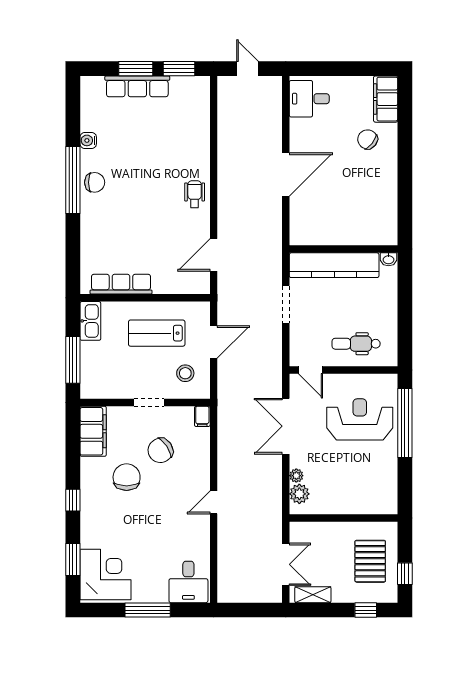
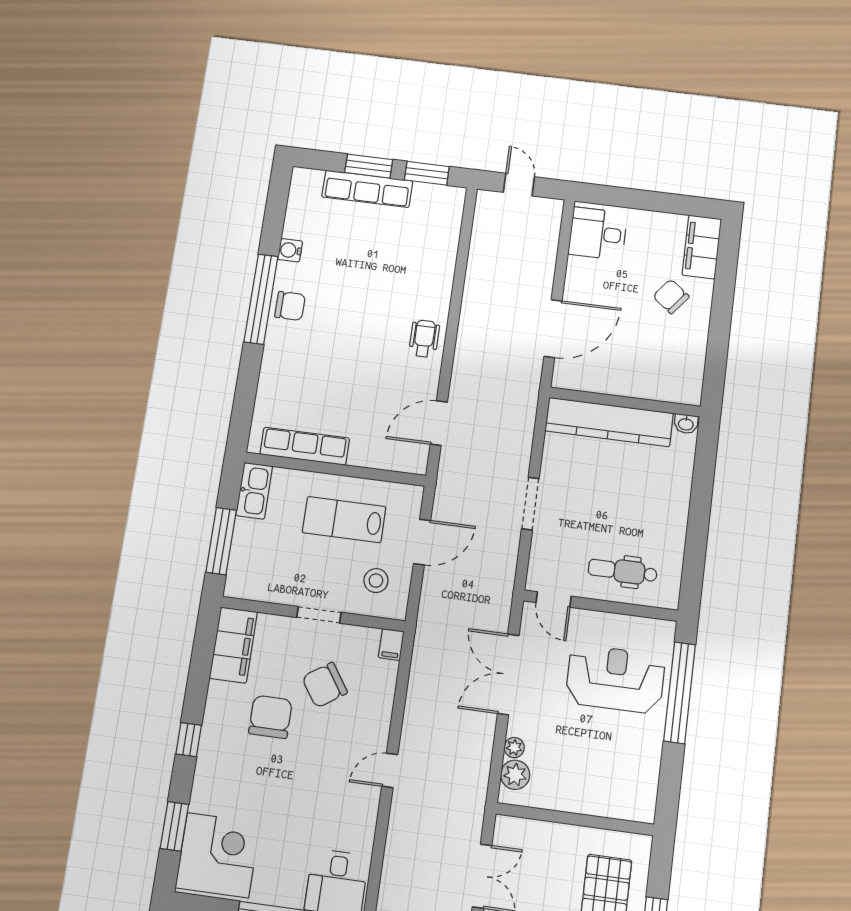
wall: (344, 249) -> (625, 402), moved
washbasin: (388, 259) -> (686, 424), moved
kitchen counter: (334, 265) -> (609, 422), moved

